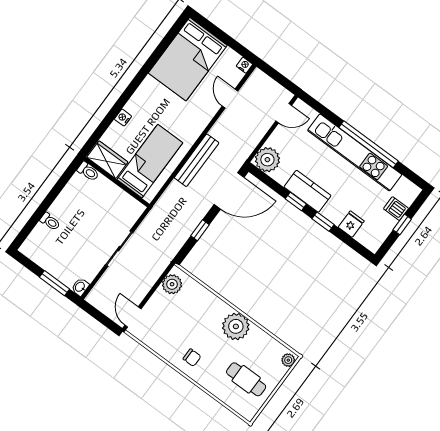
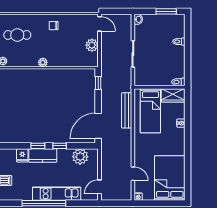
kitchen unit: (355, 152) -> (57, 194), width x0.73
bench: (197, 160) -> (127, 110), moved
plant: (267, 160) -> (80, 157), moved
kitchen counter: (307, 191) -> (43, 156), moved
window: (200, 230) -> (98, 83), moved
window: (54, 283) -> (166, 11), moved
plant: (172, 284) -> (92, 45), moved
plant: (236, 326) -> (43, 62), width x0.53, depth x0.53

